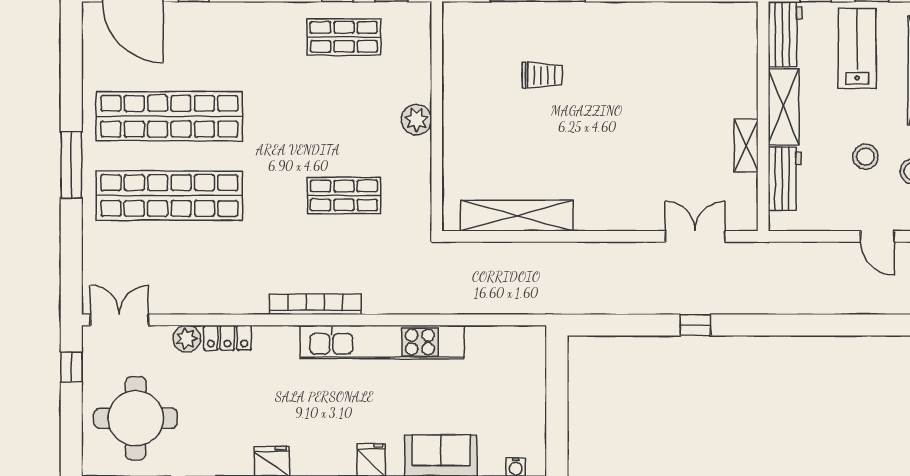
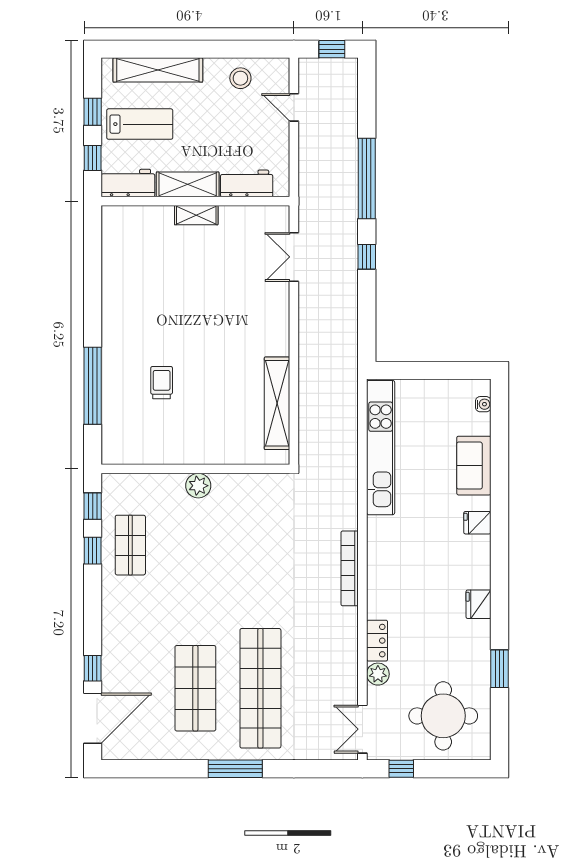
lab bench: (857, 48) -> (140, 124), turned 180
shop shelf: (169, 116) -> (195, 688), width x0.71
shelving: (746, 146) -> (196, 215), moved
stool: (865, 156) -> (228, 117), removed
shop shelf: (344, 195) -> (260, 545), removed
door: (877, 236) -> (294, 107), swing flipped
window: (791, 325) -> (367, 179), added
kitchen unit: (382, 342) -> (381, 448), moved

